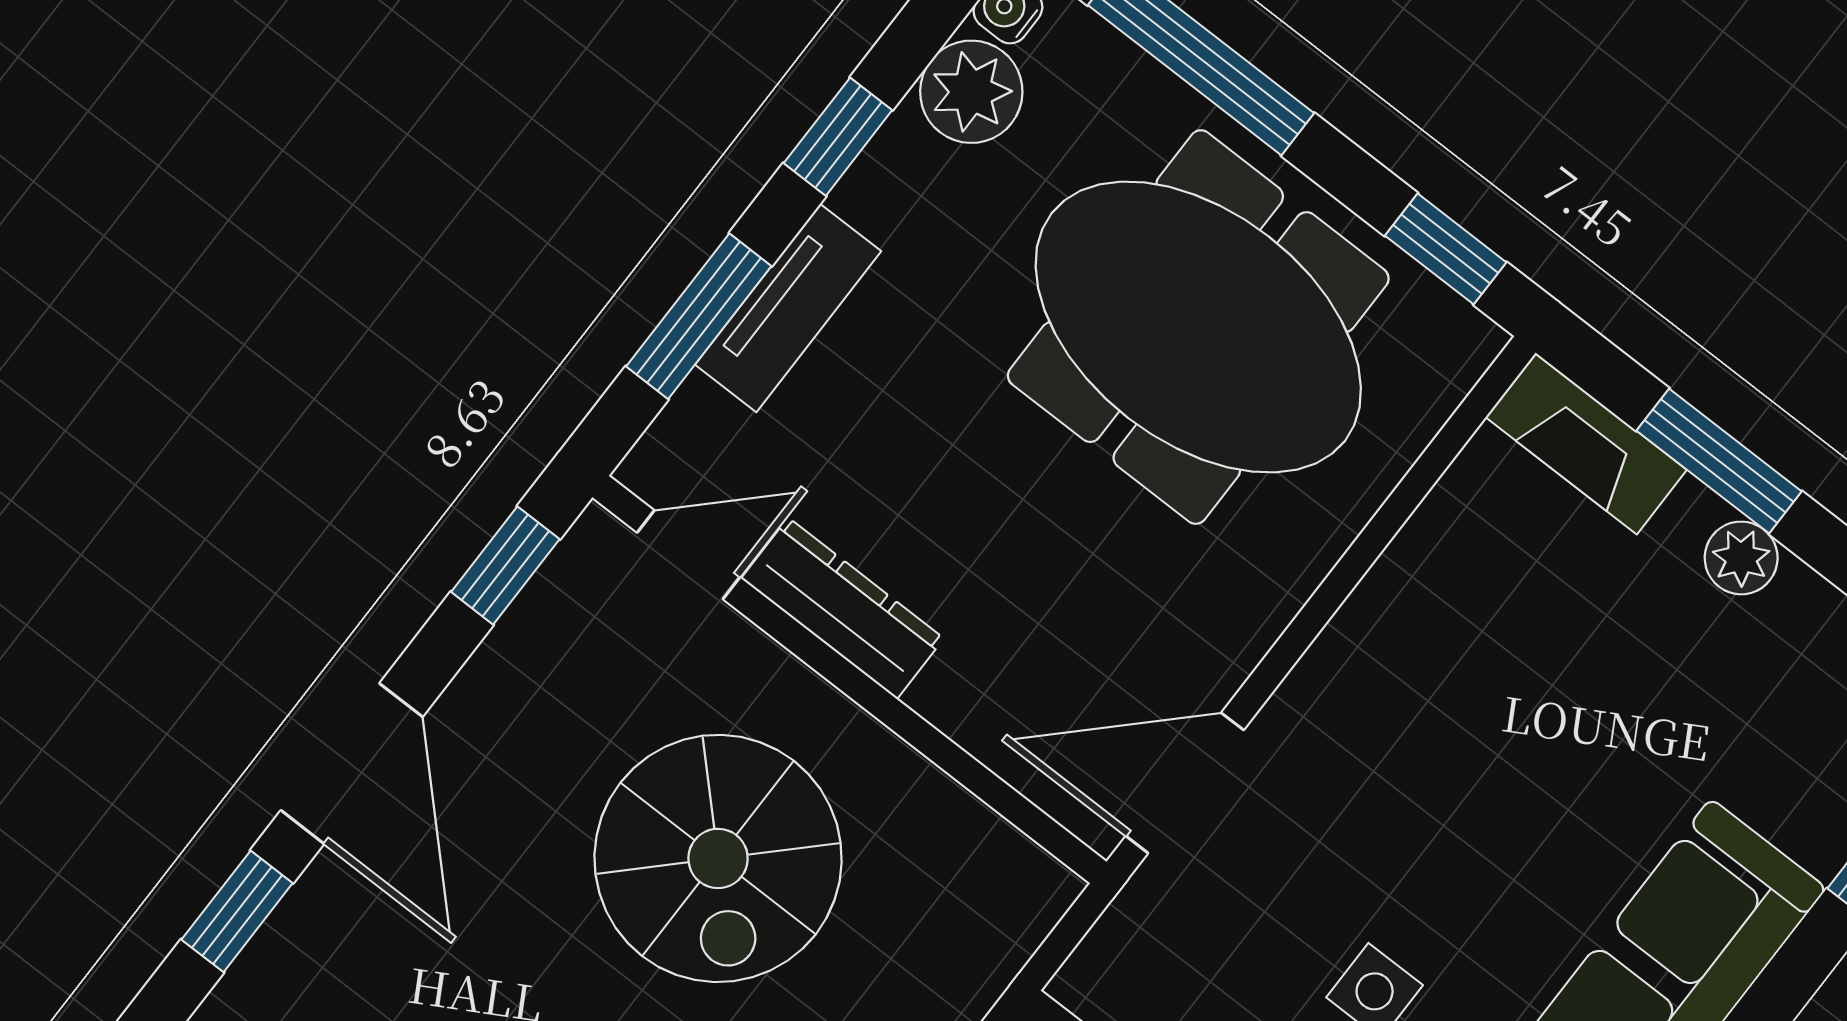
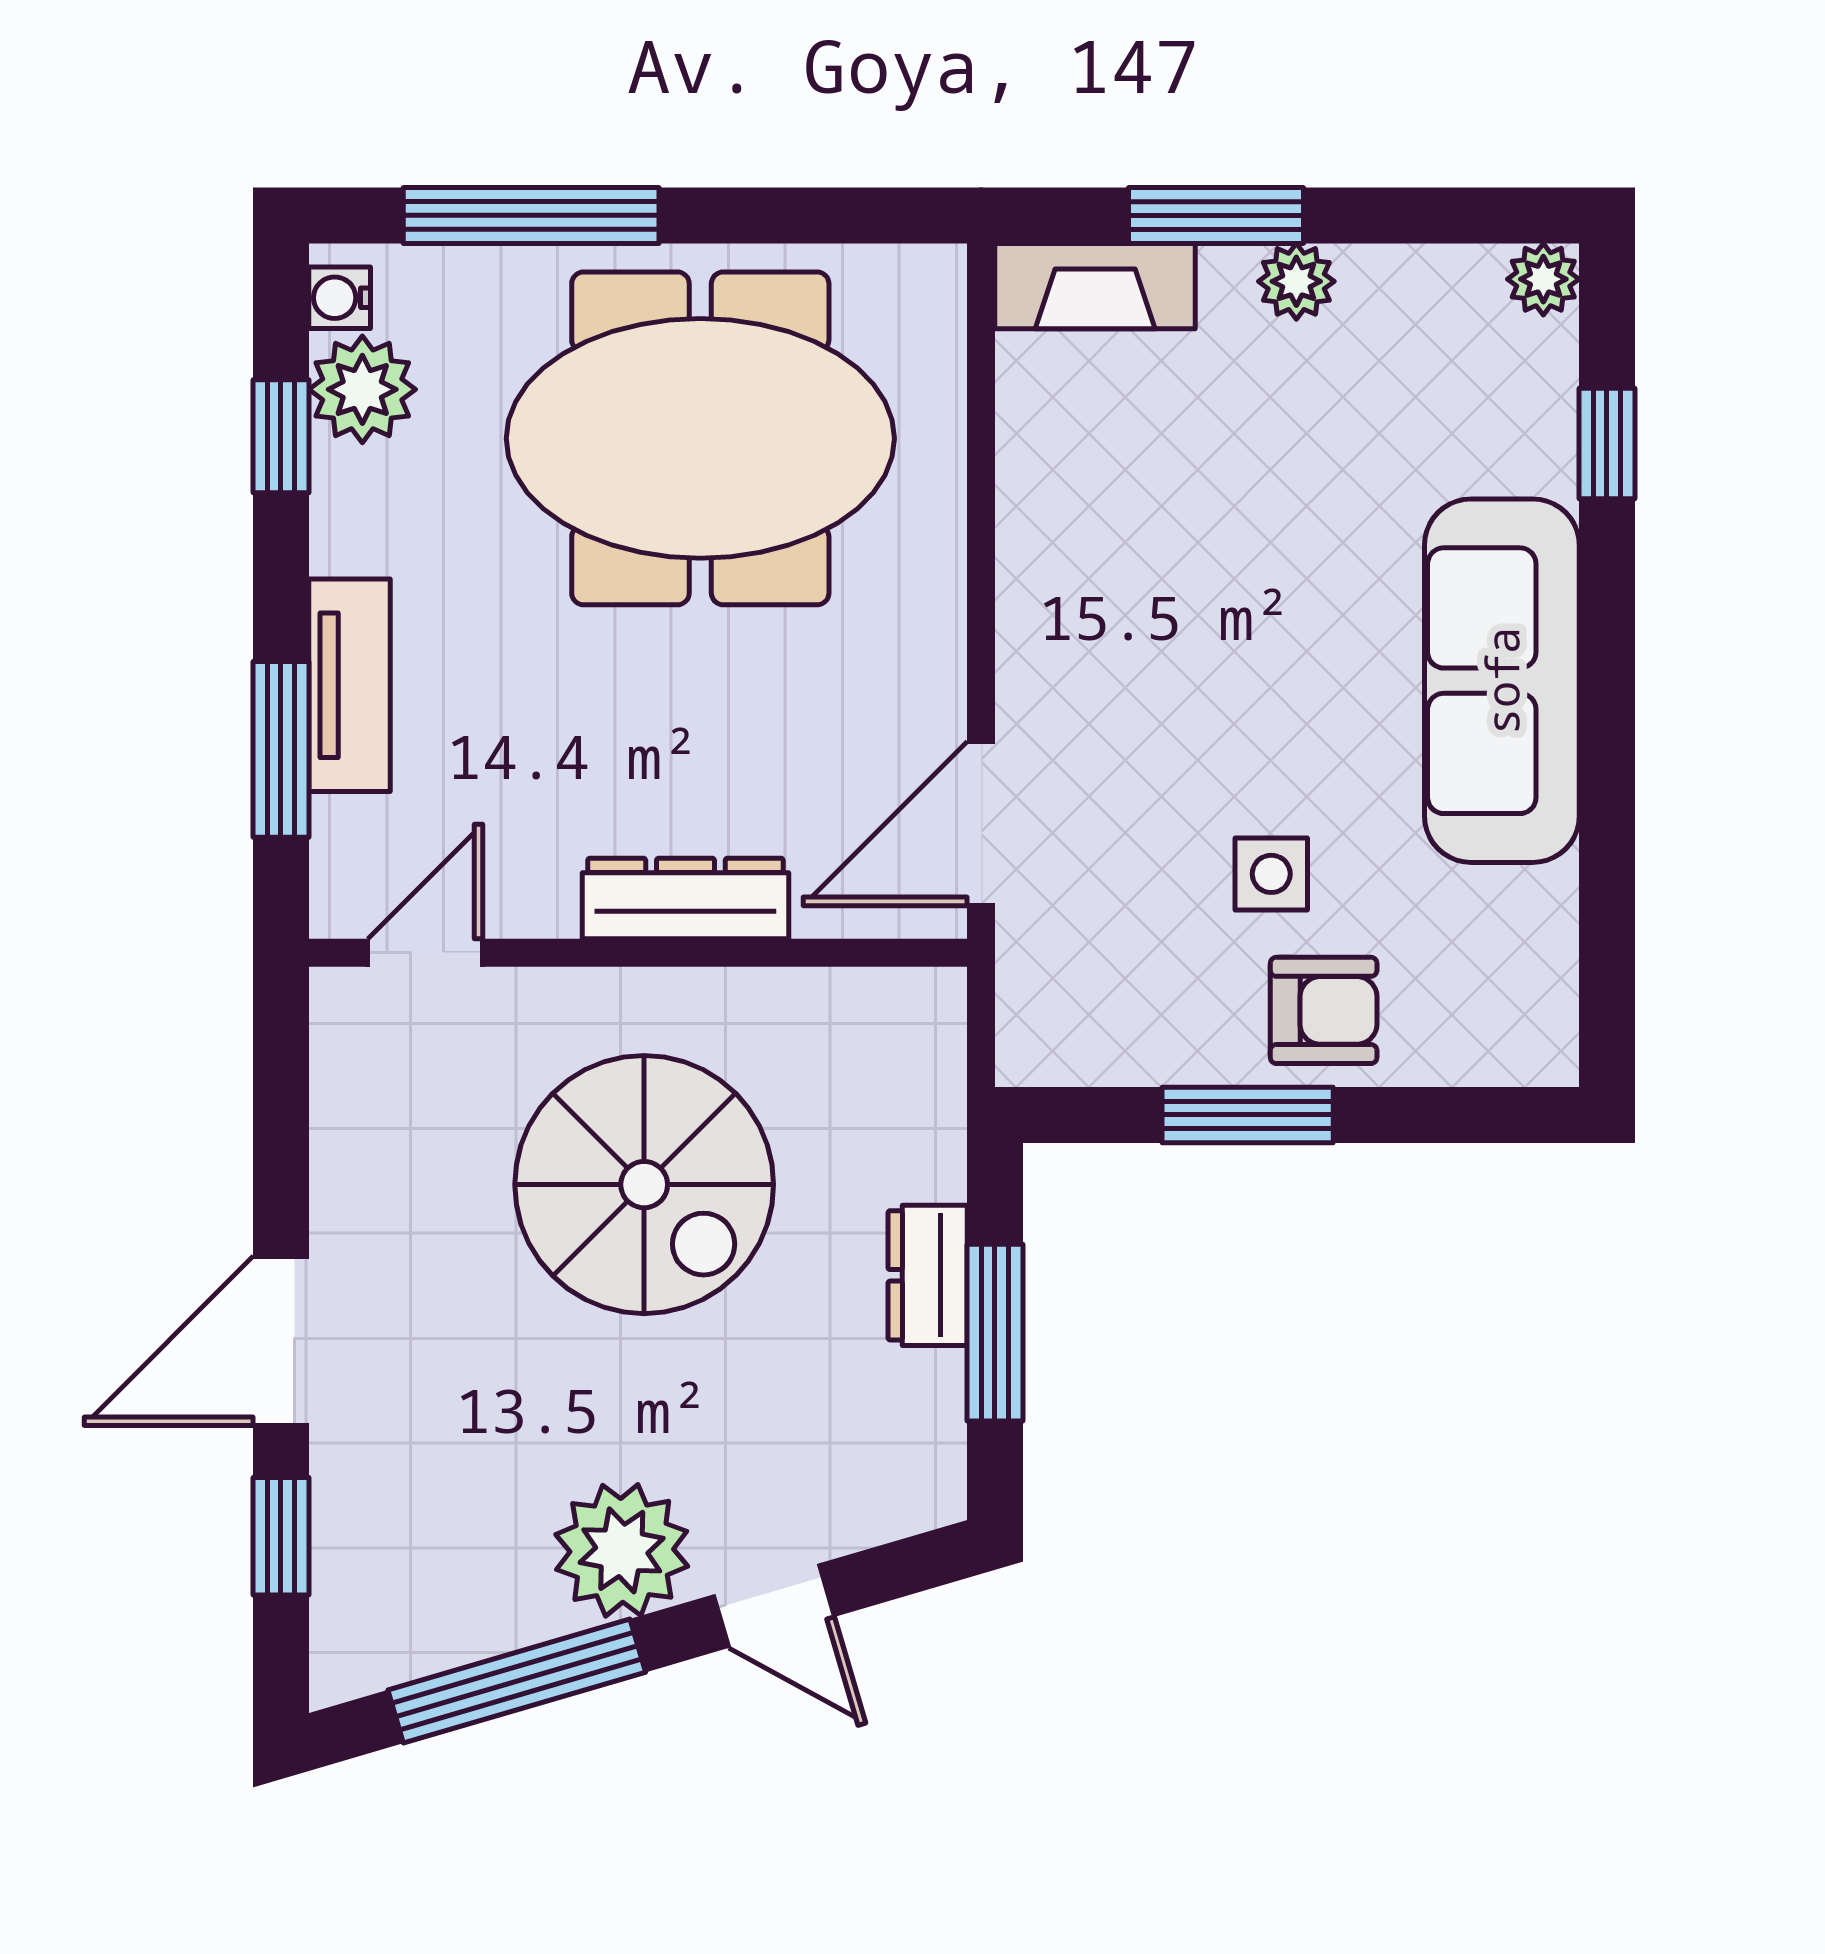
window: (838, 137) -> (281, 436), moved
window: (1446, 249) -> (854, 215), removed
window: (505, 566) -> (281, 1079), removed
dresser: (843, 608) -> (685, 898), moved
door: (352, 764) -> (281, 1341), swing flipped

